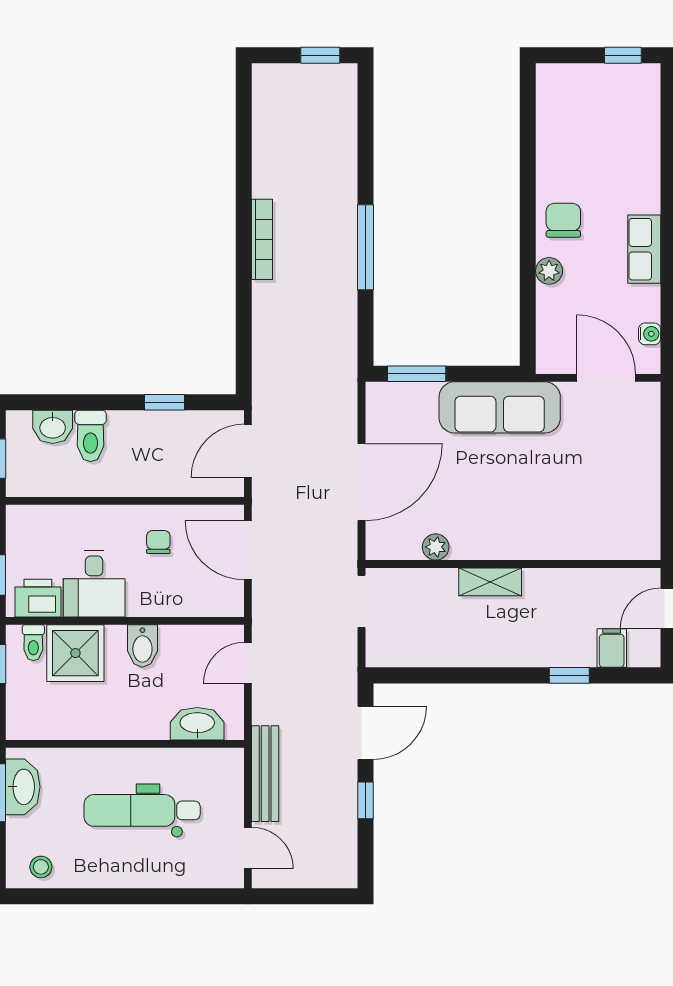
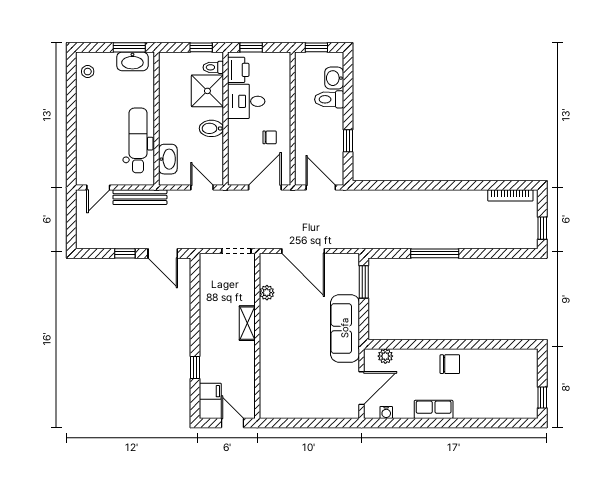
bookcase: (262, 239) -> (510, 195), moved
plant: (549, 271) -> (385, 356), moved
dental chair: (142, 810) -> (138, 140), moved

